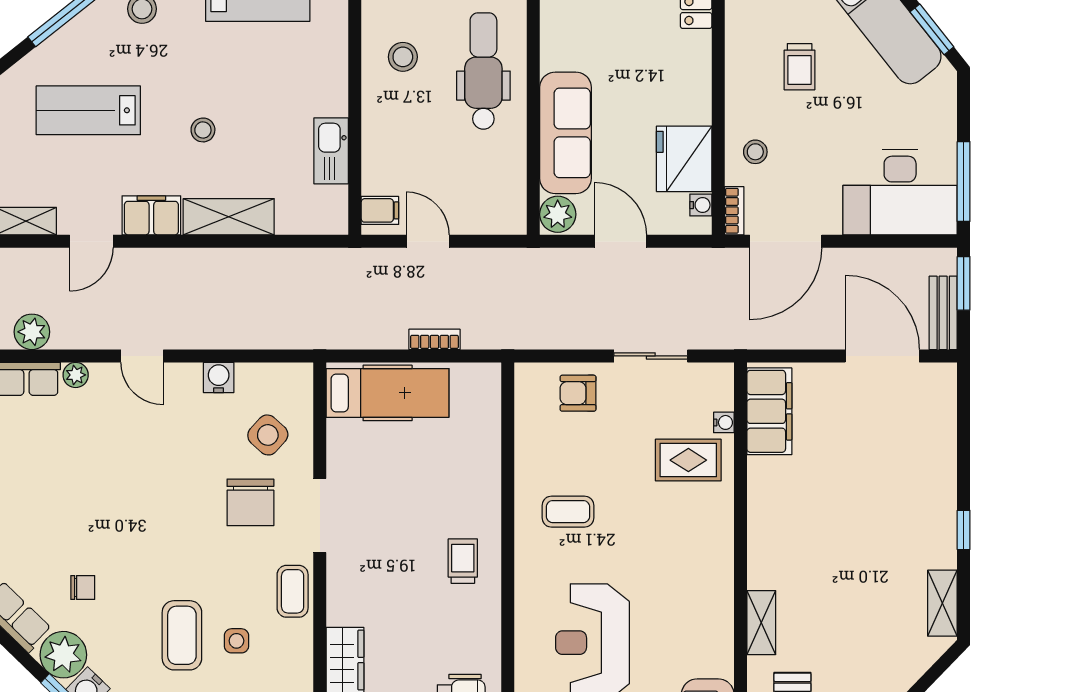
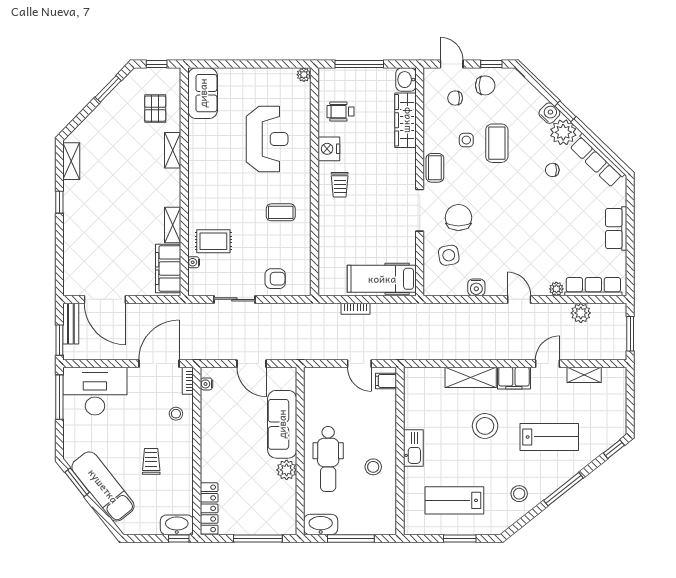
stool: (203, 130) -> (485, 426), width x1.89, depth x1.89
kitchen sink: (331, 151) -> (413, 448), moved
fridge: (684, 159) -> (216, 410), removed
plant: (558, 214) -> (287, 470), moved
side table: (268, 435) -> (449, 255), turned 38
shelving: (761, 489) -> (173, 225), added
nightstand: (482, 625) -> (329, 149), added

